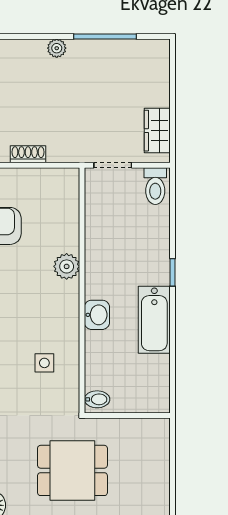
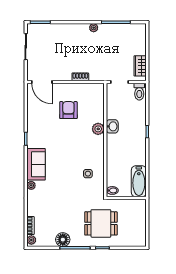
washbasin: (97, 315) -> (112, 126), moved
bathtub: (154, 320) -> (139, 181), moved

